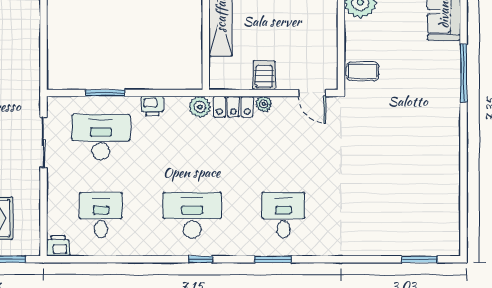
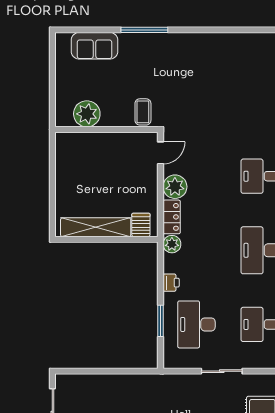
server rack: (264, 75) -> (141, 225), moved, turned 90
plant: (264, 104) -> (175, 187), width x1.88, depth x1.88
sliding door: (43, 142) -> (222, 371), moved

